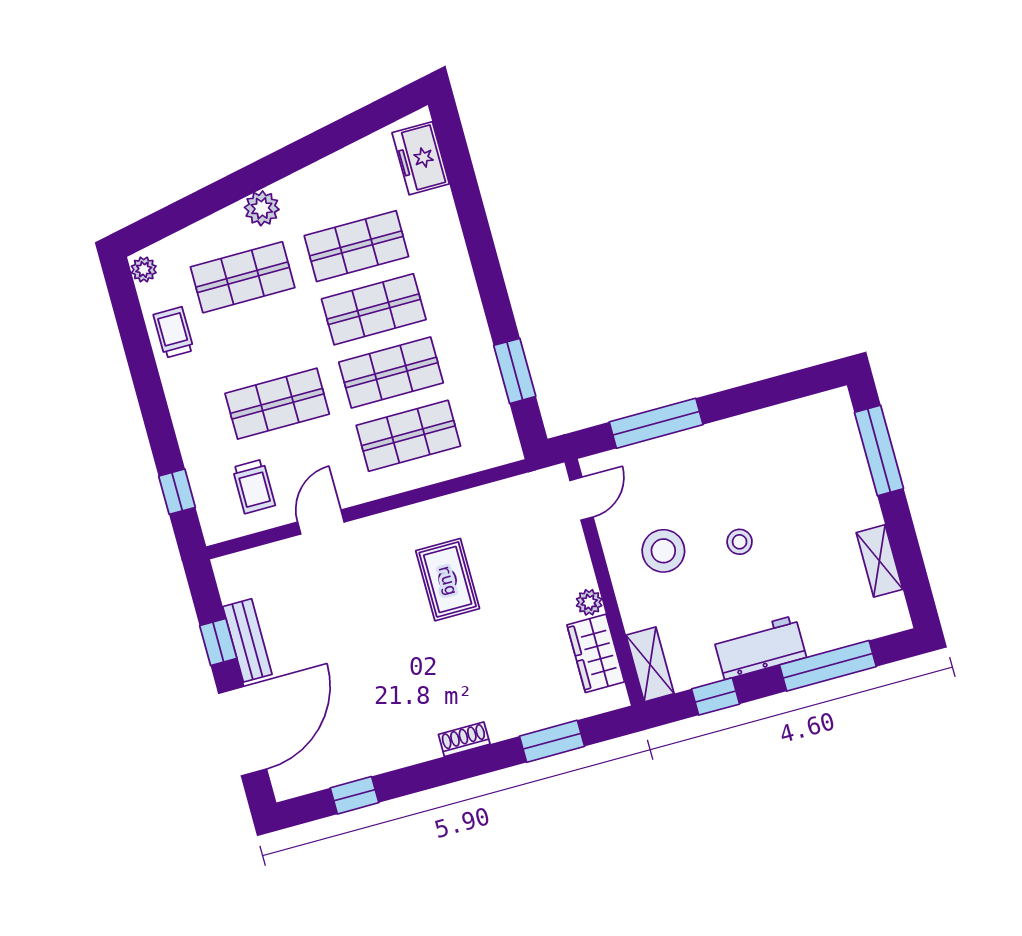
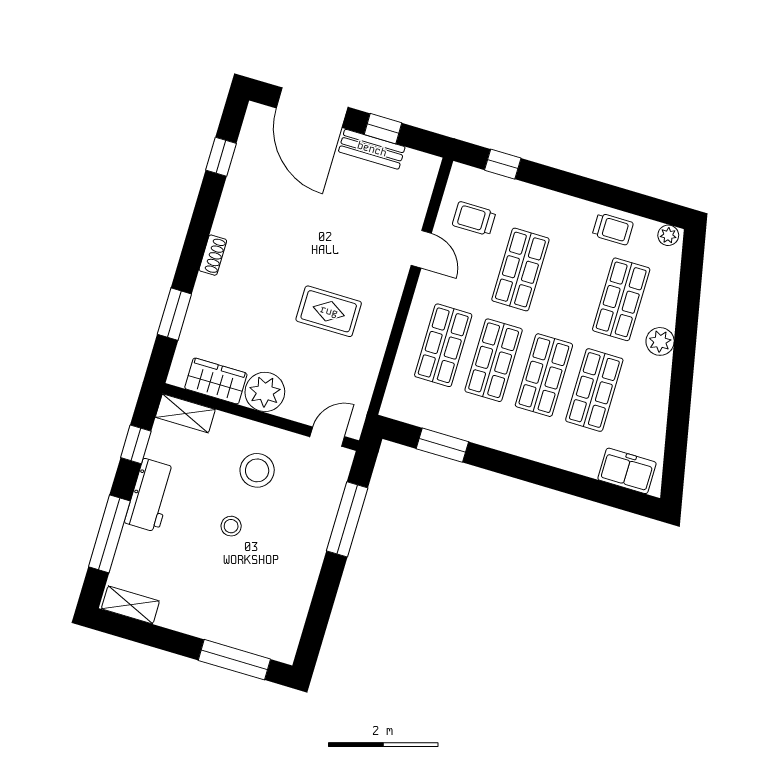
door: (582, 499) -> (327, 437), swing flipped
shelving: (879, 561) -> (130, 605), moved
plant: (589, 602) -> (265, 392), width x1.87, depth x1.87

